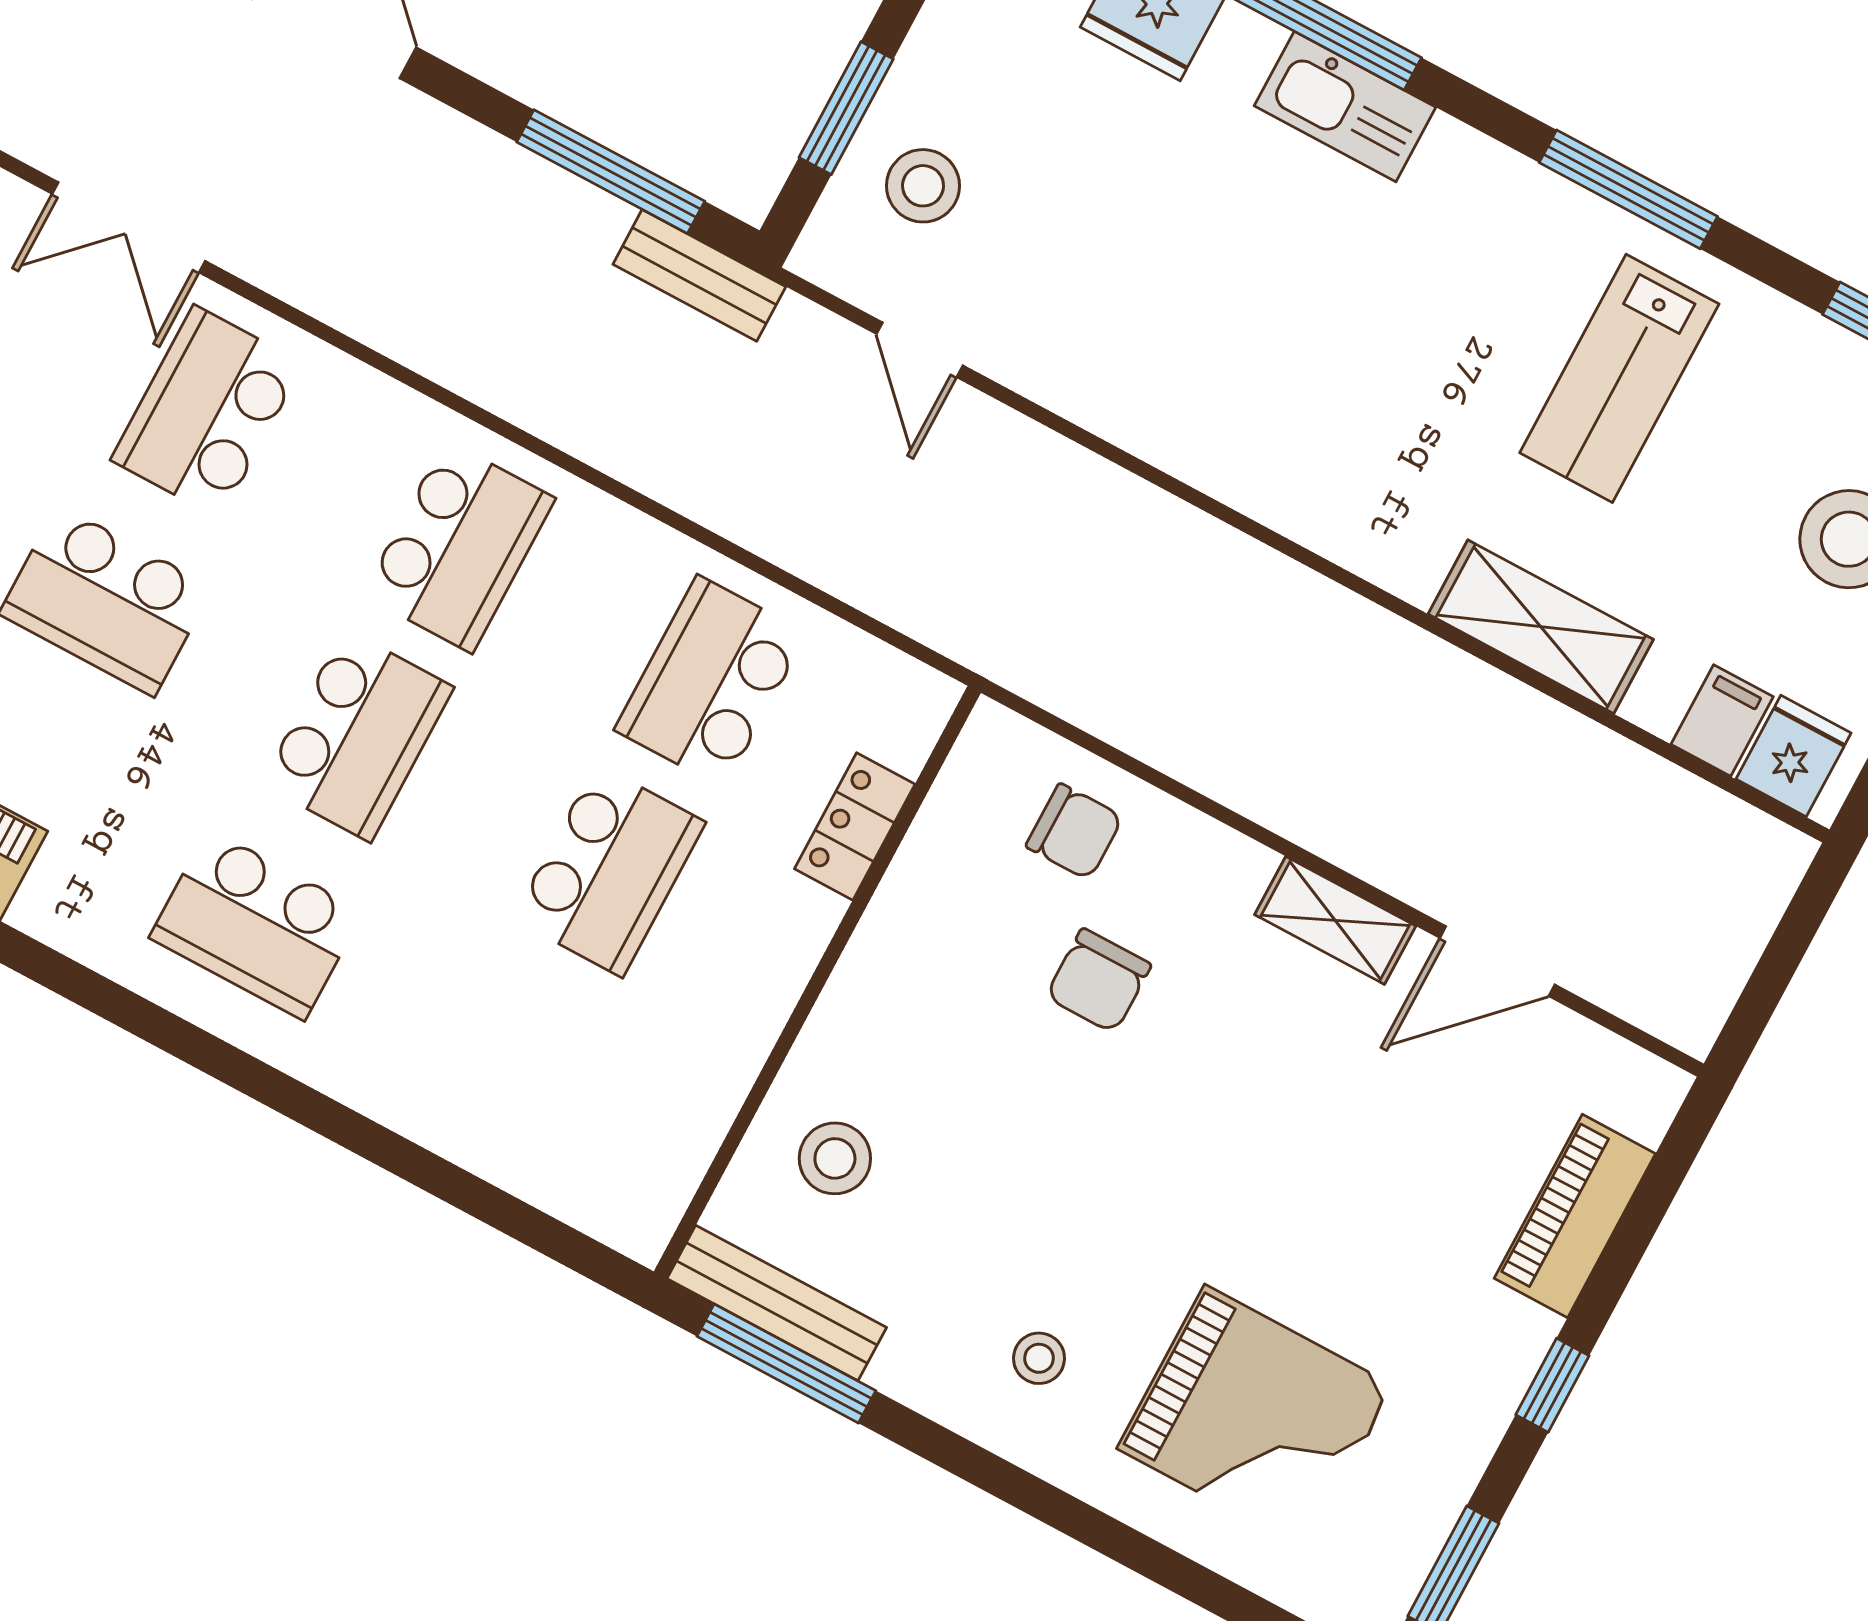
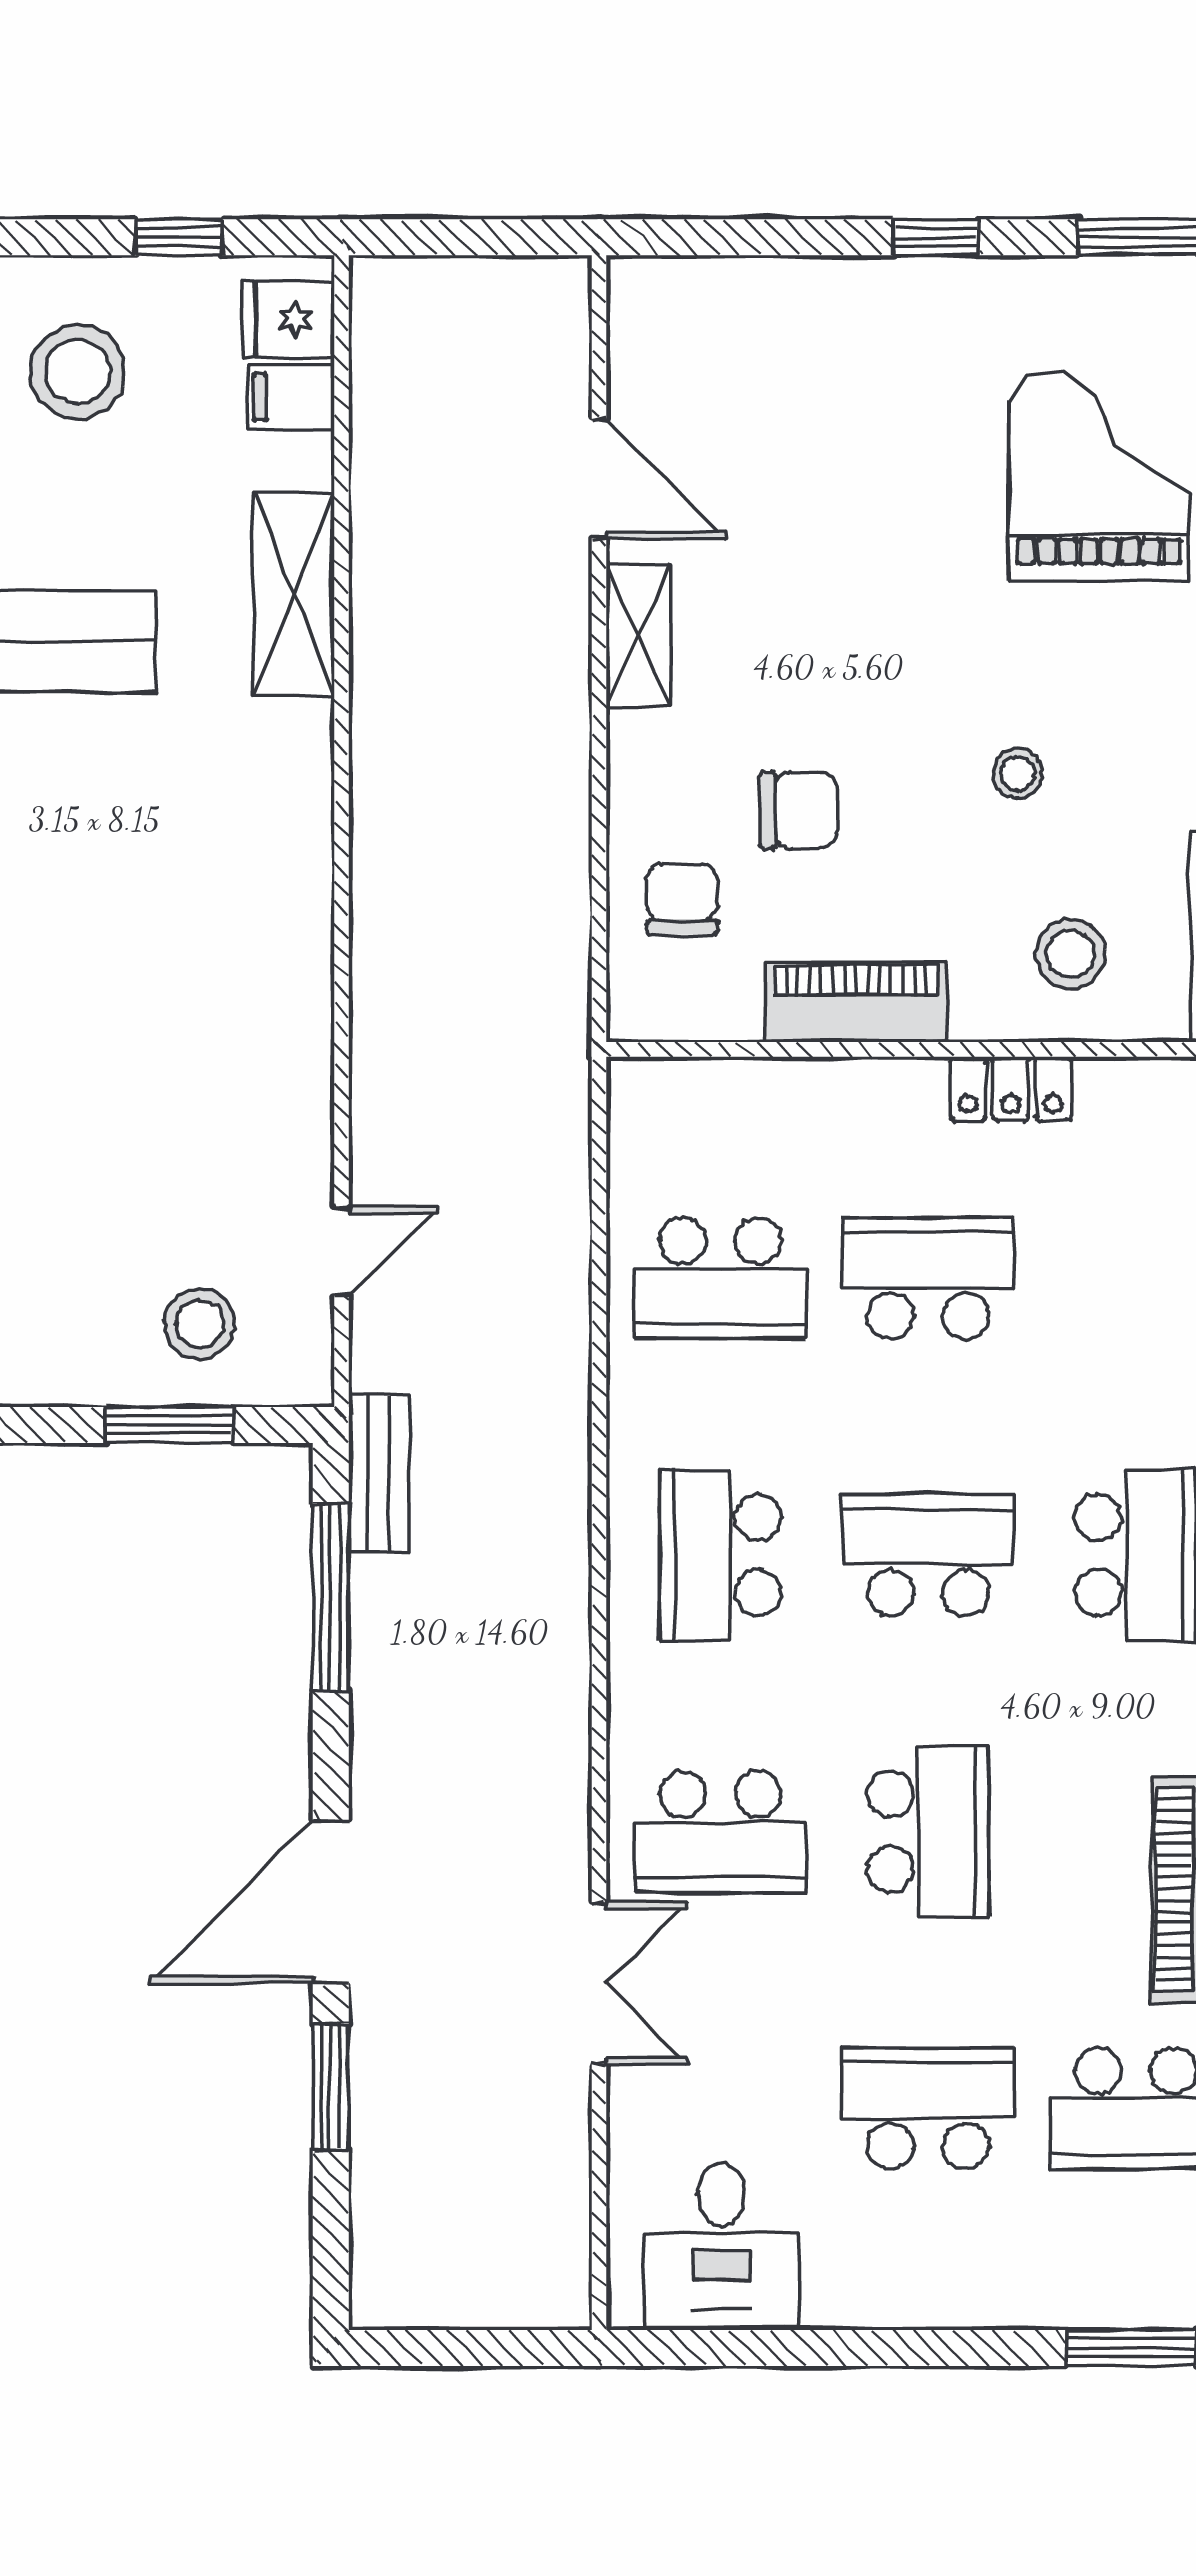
school desk: (459, 547) -> (720, 1555), turned -90
locker: (855, 827) -> (1011, 1089), moved
piano: (1575, 1216) -> (856, 1002), moved, turned 180
stool: (1039, 1358) -> (1018, 774), moved

